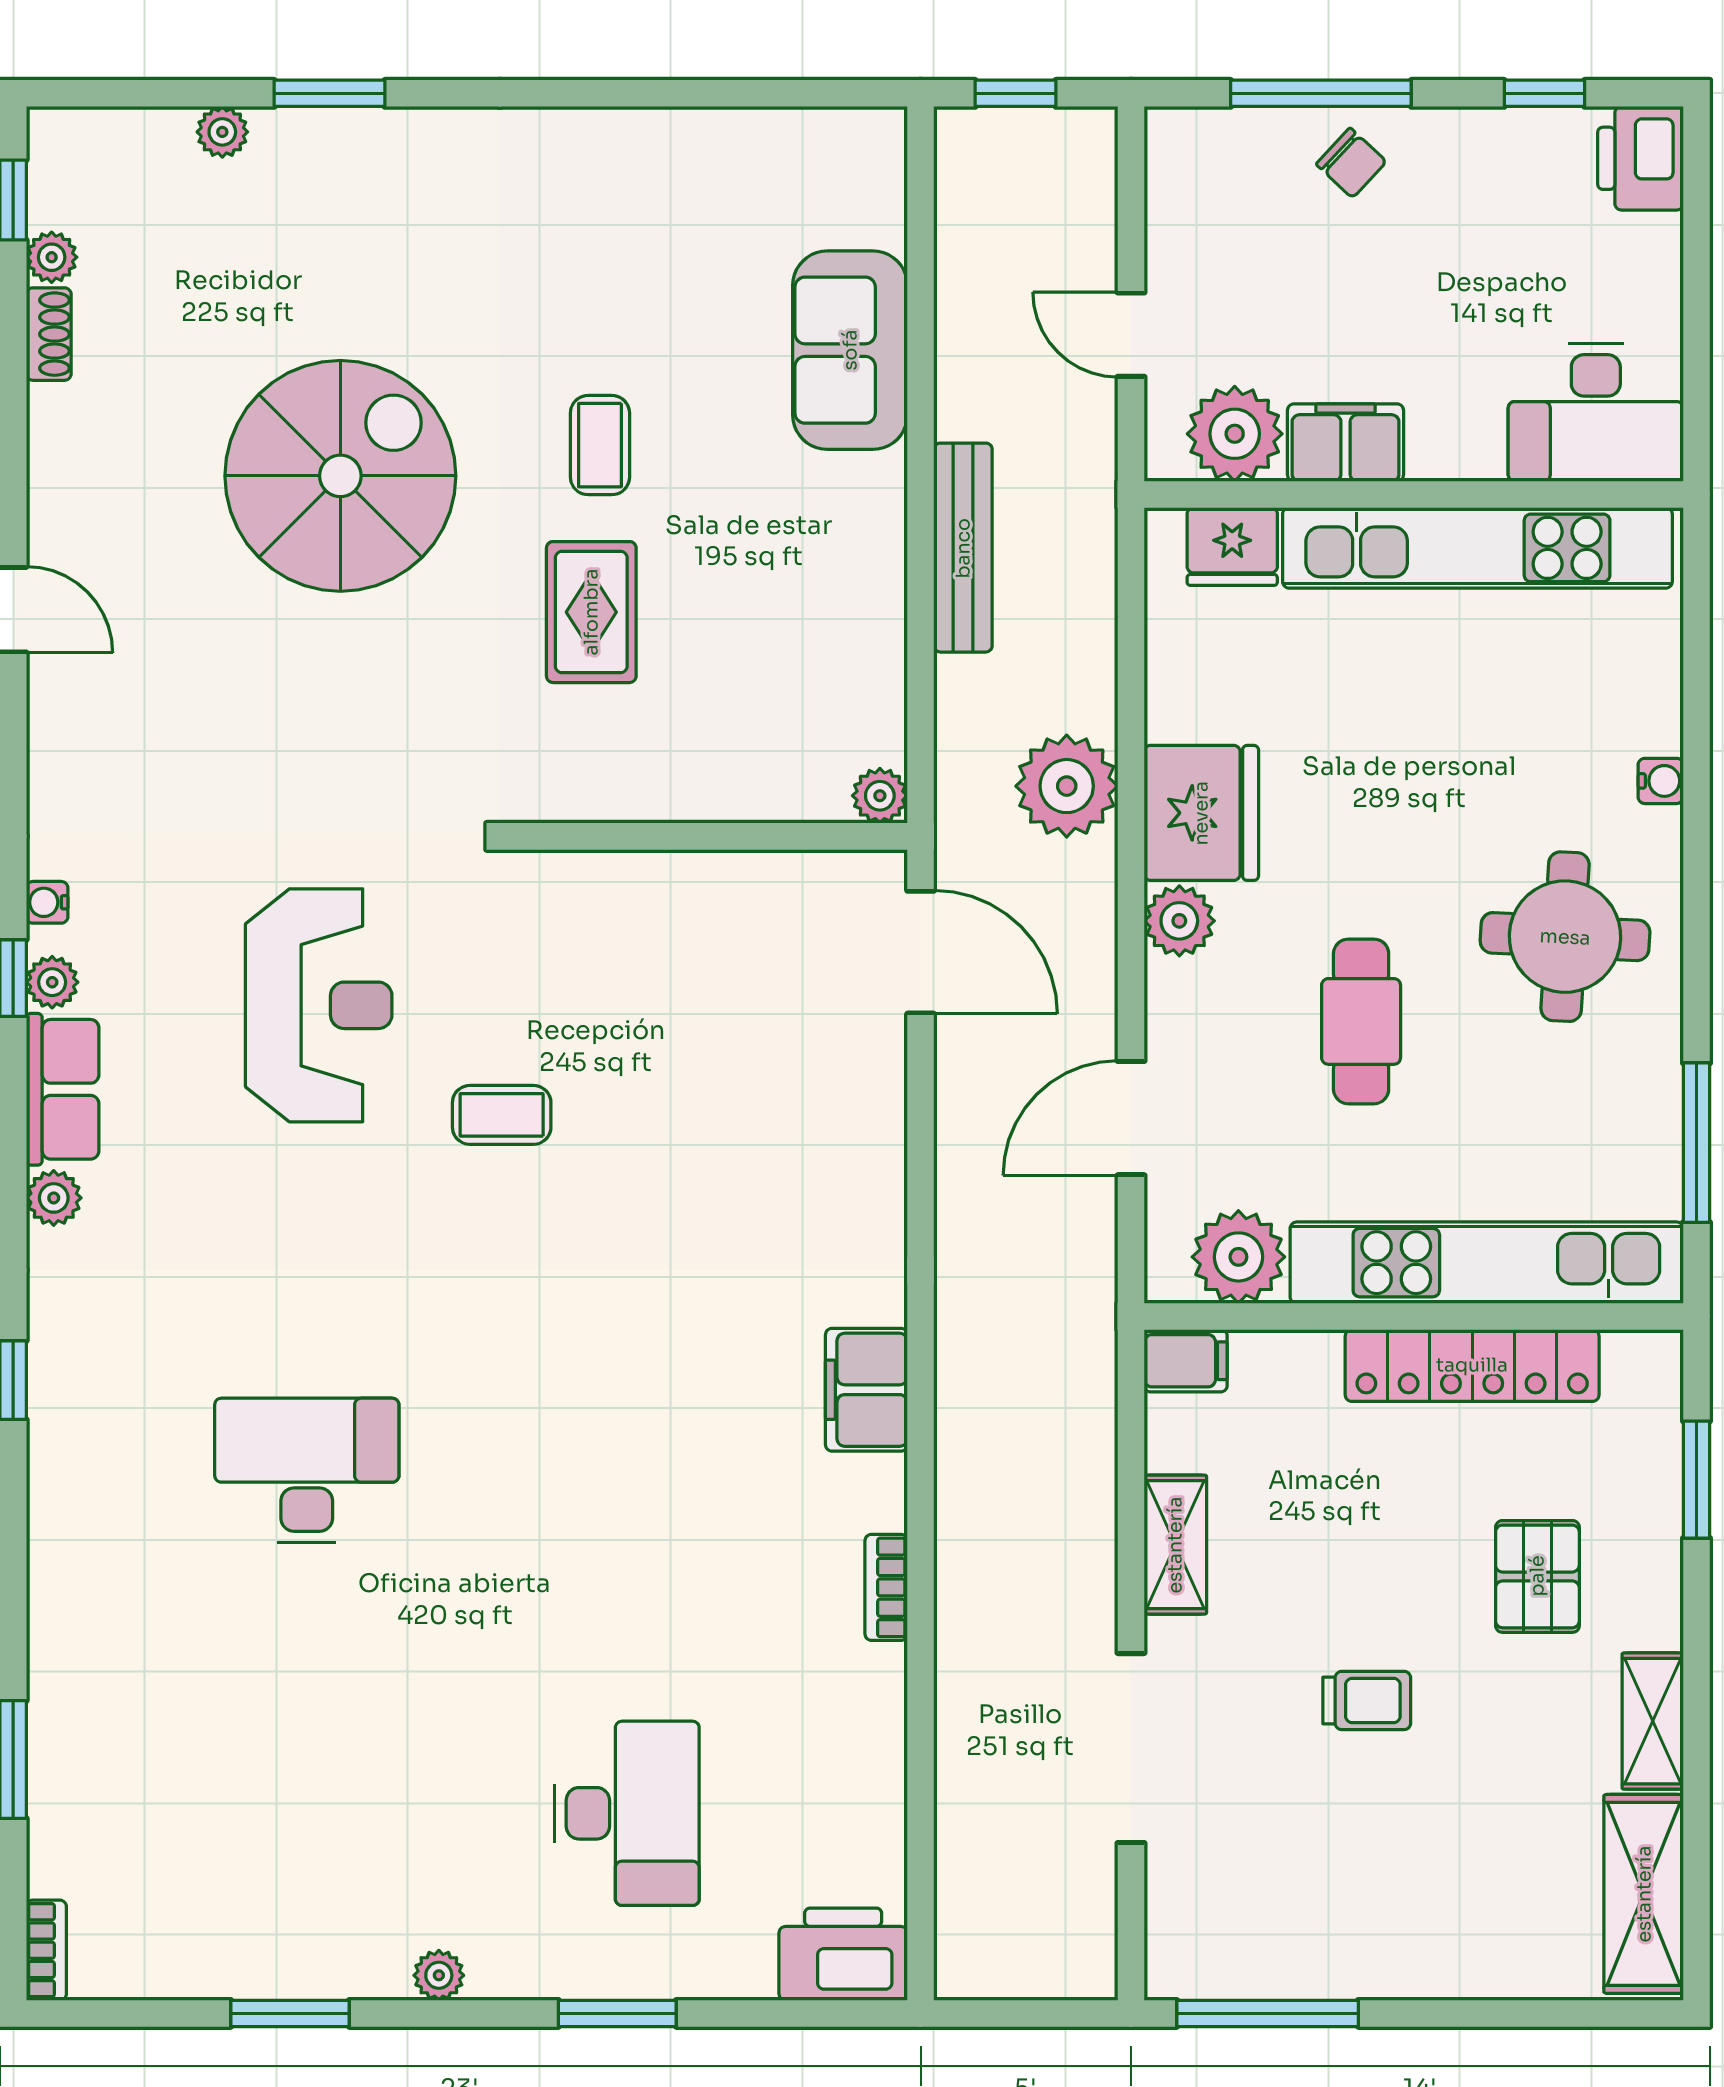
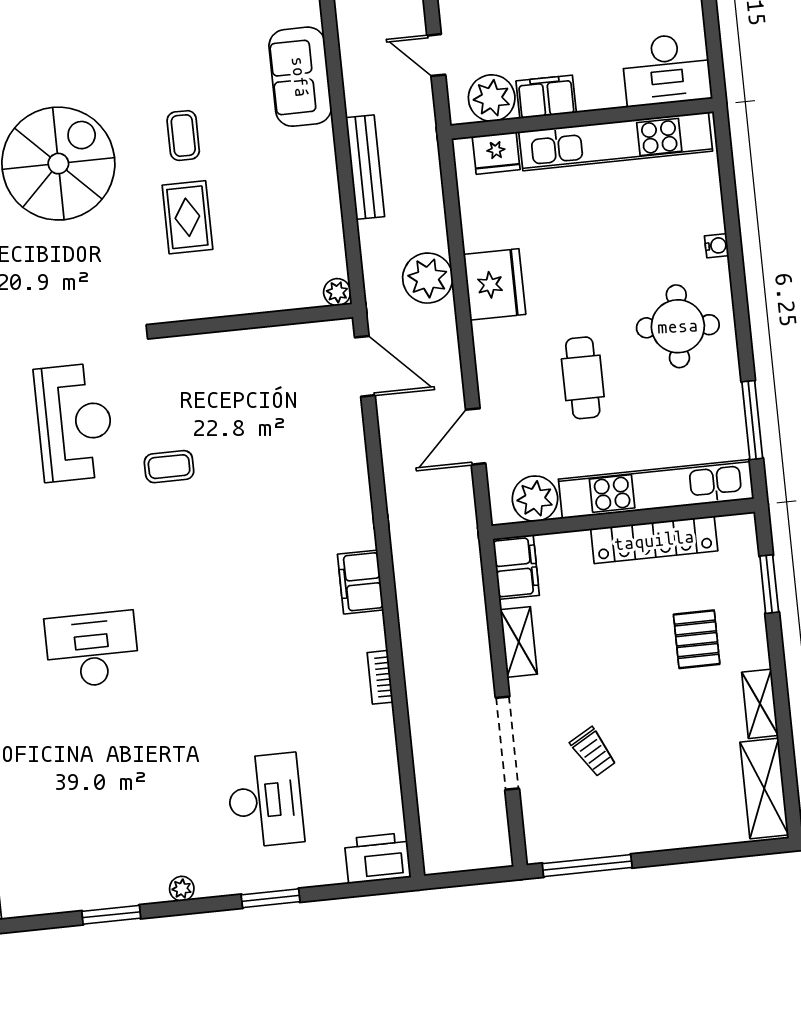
plant: (1179, 921) -> (489, 338), removed
filing cabinet: (1186, 1361) -> (516, 567), width x2.00
trolley: (1367, 1700) -> (593, 752), moved, turned 60

